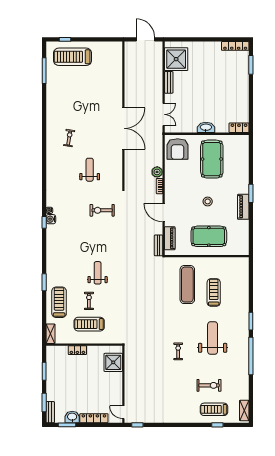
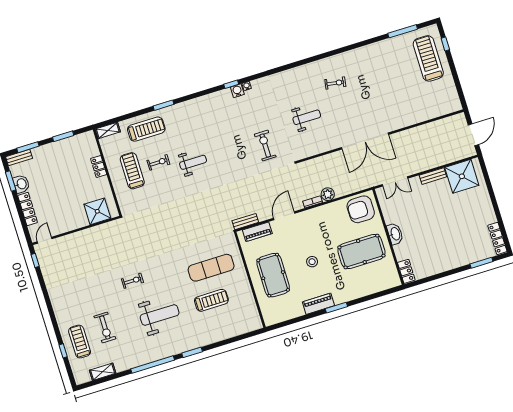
shelving: (244, 410) -> (103, 372), moved

